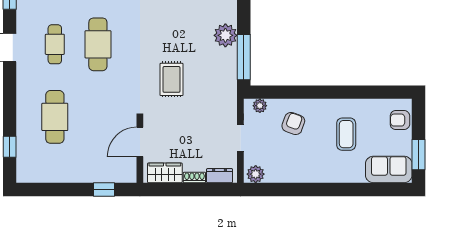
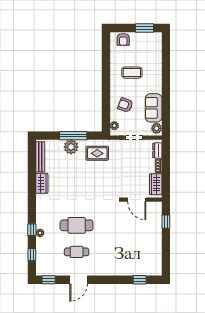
window: (244, 57) -> (73, 136), moved
rug: (172, 79) -> (97, 153), moved
cafe table: (55, 117) -> (121, 252), removed
sofa: (389, 169) -> (154, 108), moved

